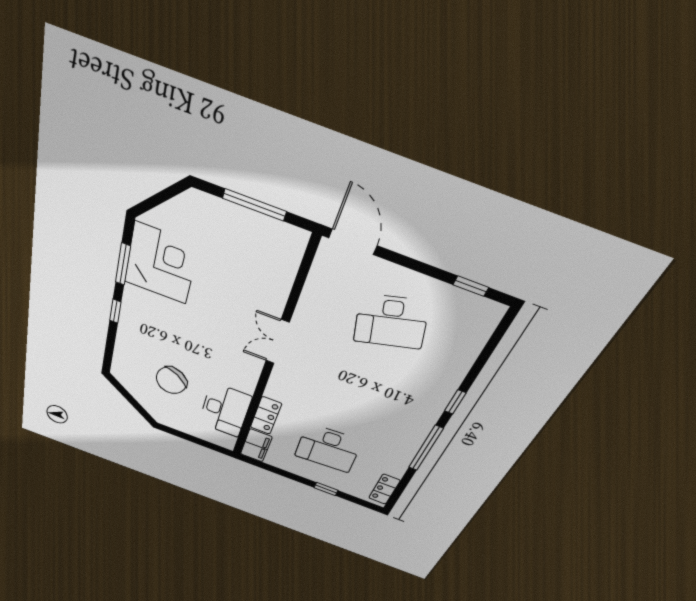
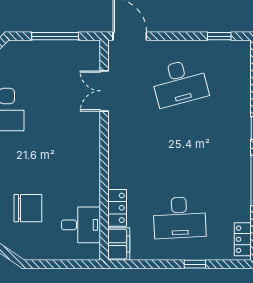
double door: (277, 342) -> (104, 91), moved
chair: (171, 380) -> (28, 208), turned -121
desk: (225, 410) -> (81, 225), width x0.73

